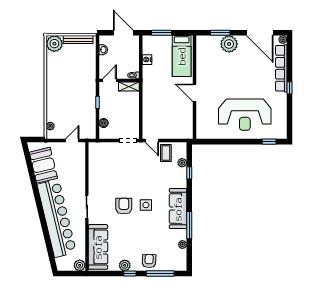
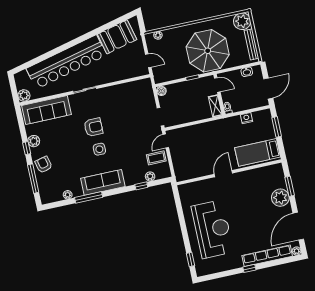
parasol: (75, 82) -> (208, 51), added
reception desk: (245, 115) -> (212, 229), turned 180
boiler: (104, 123) -> (161, 91), moved
armchair: (149, 261) -> (44, 165), turned -105

